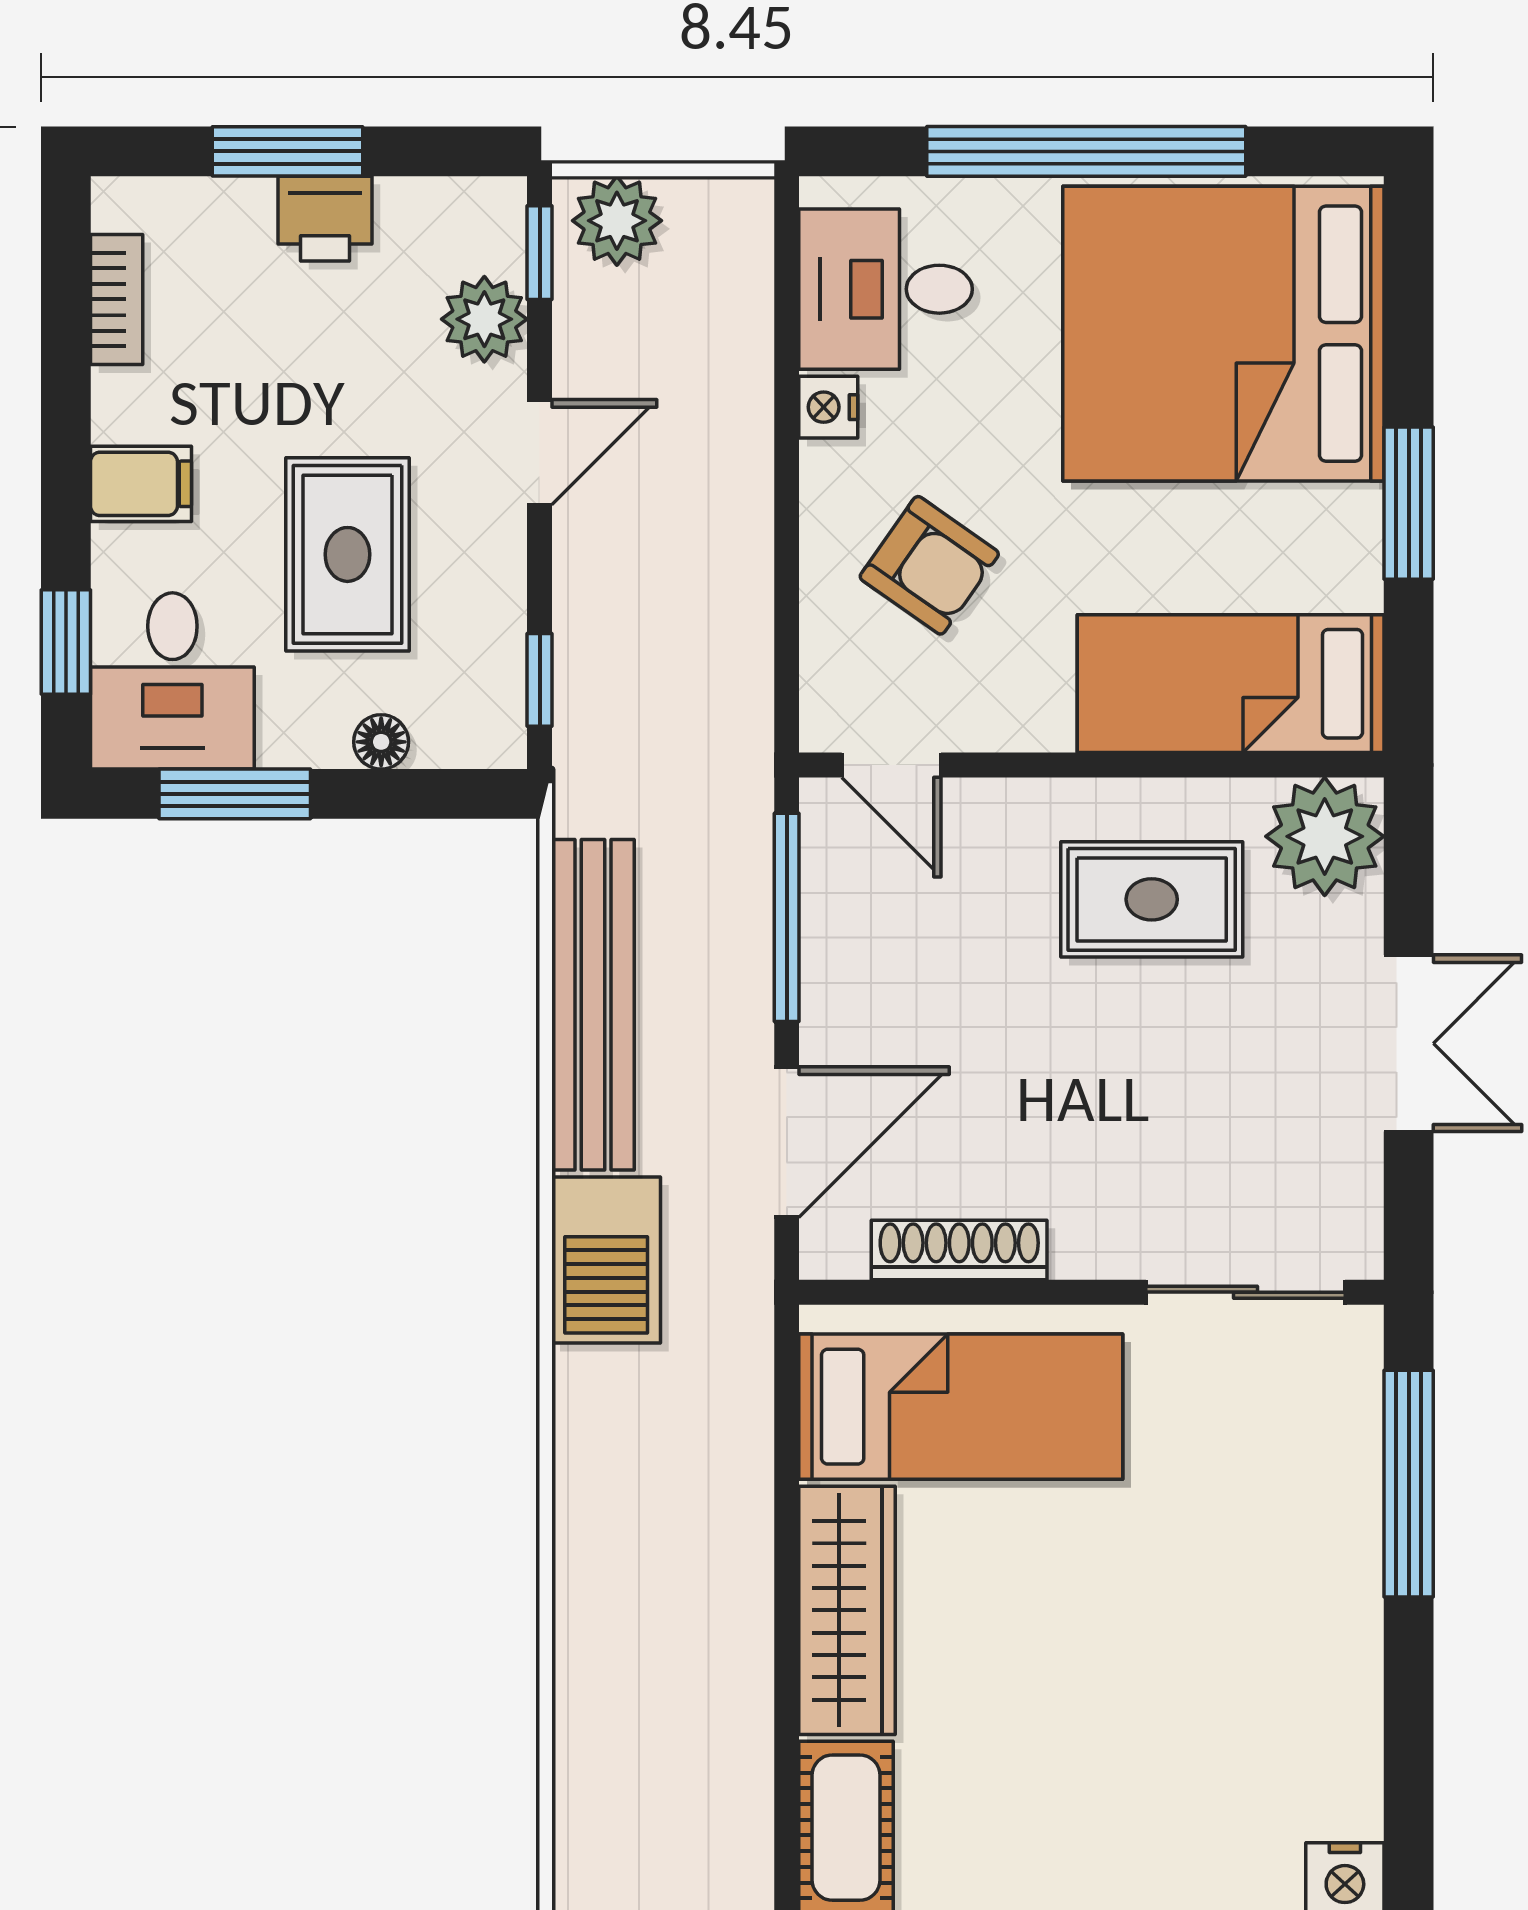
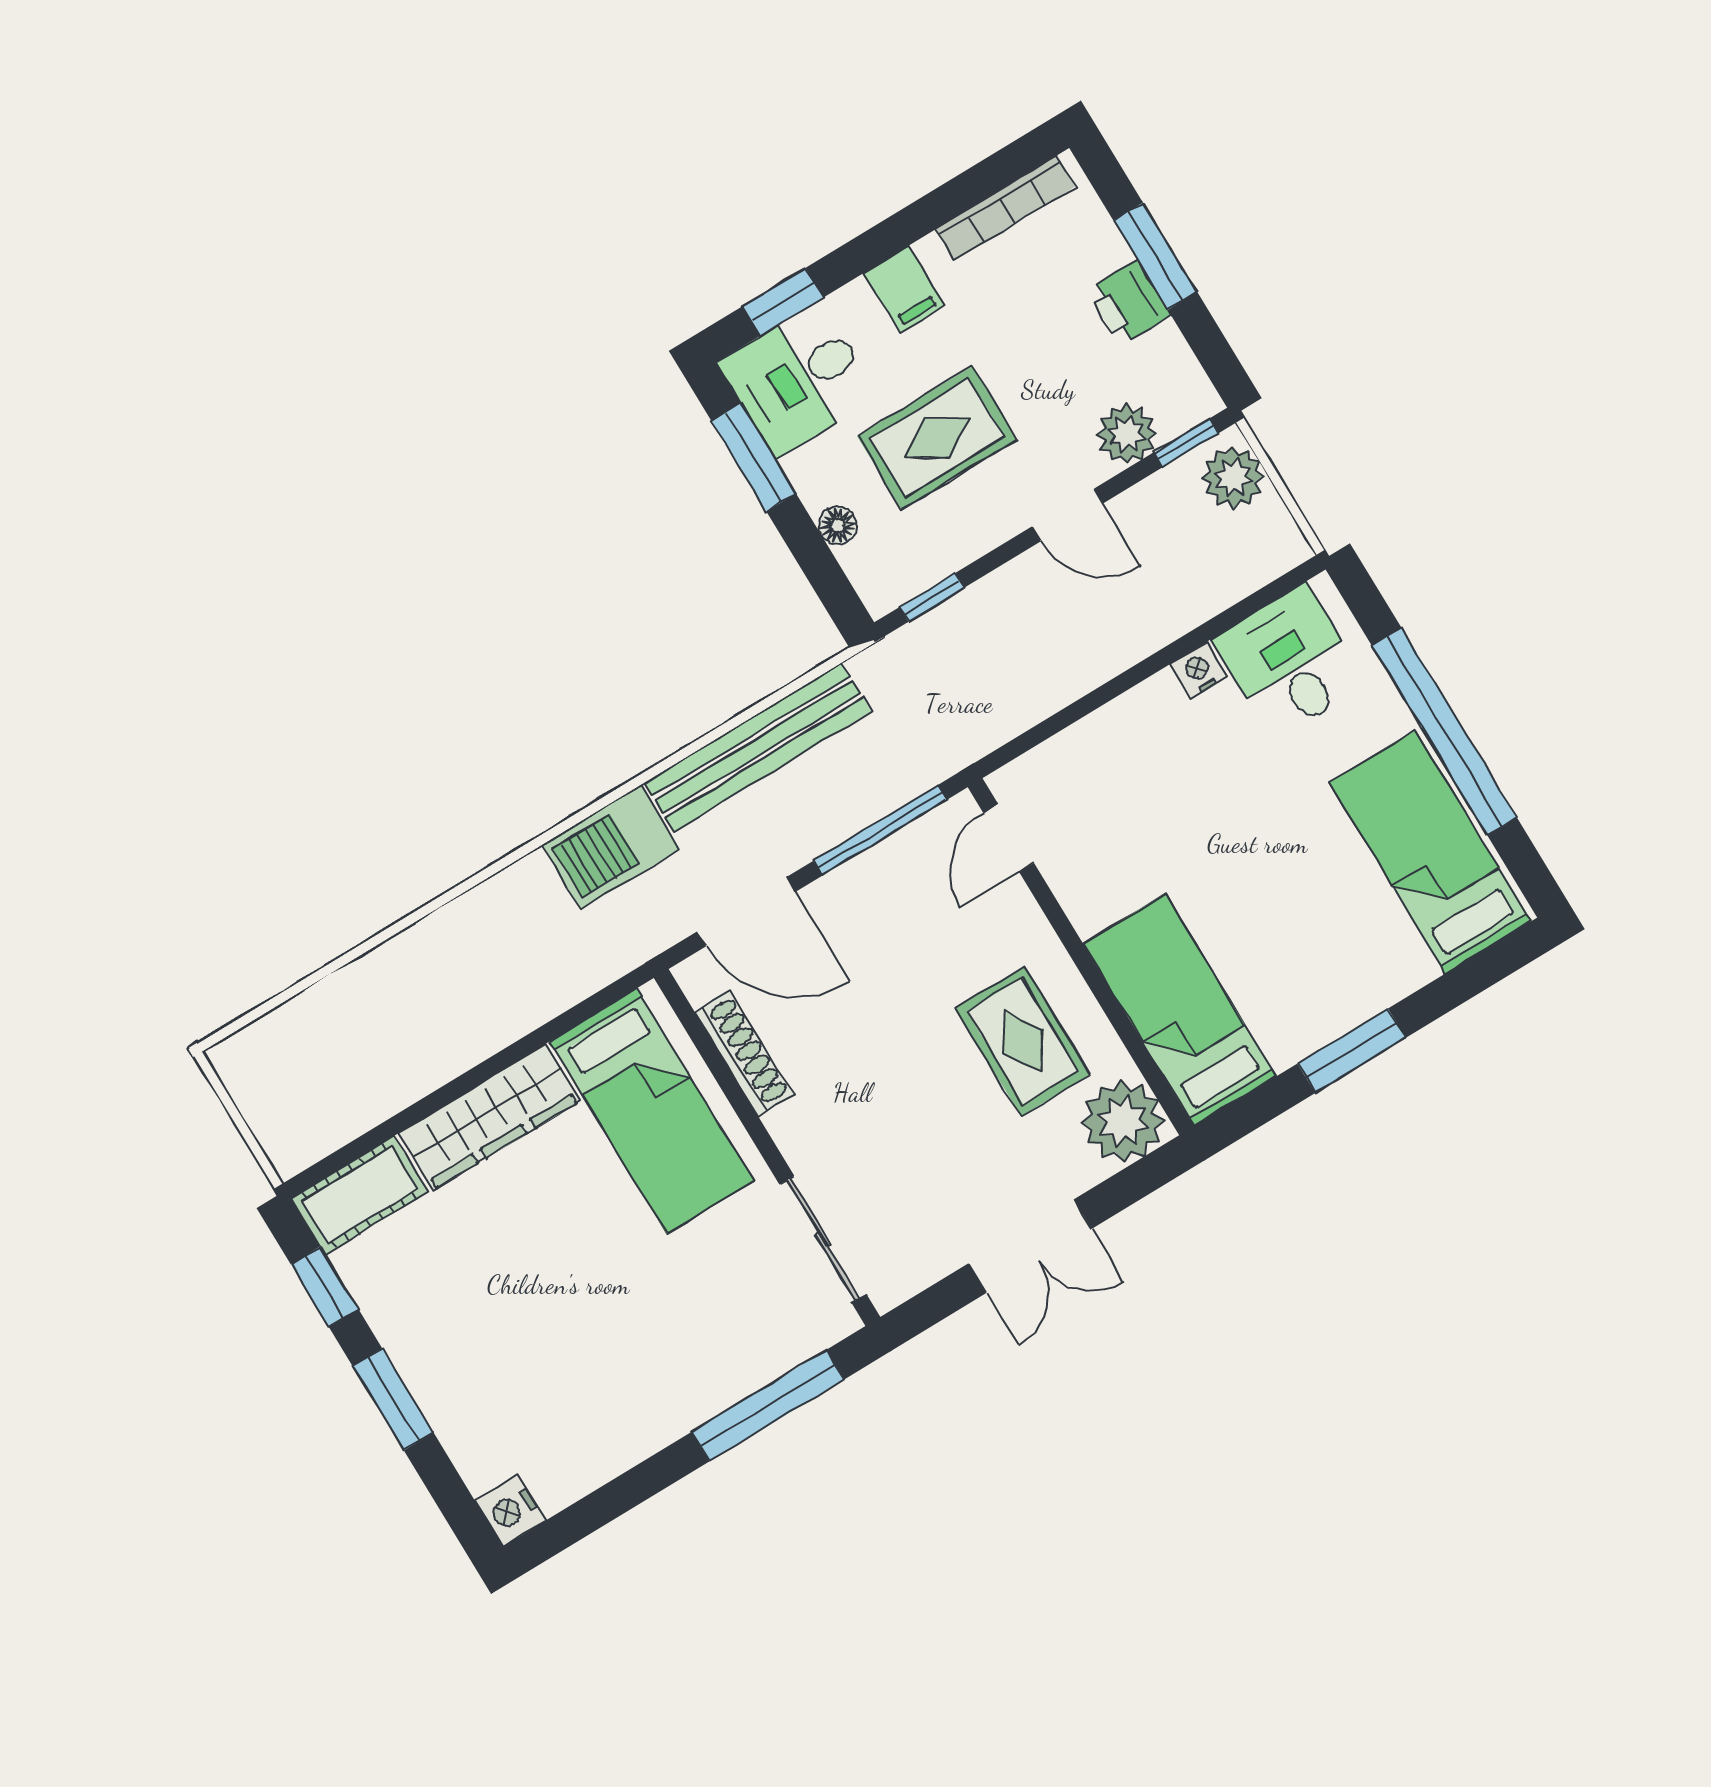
bookcase: (117, 299) -> (1005, 208), width x1.56
bed: (1223, 334) -> (1430, 852), width x0.49
armchair: (929, 565) -> (1141, 788), removed

